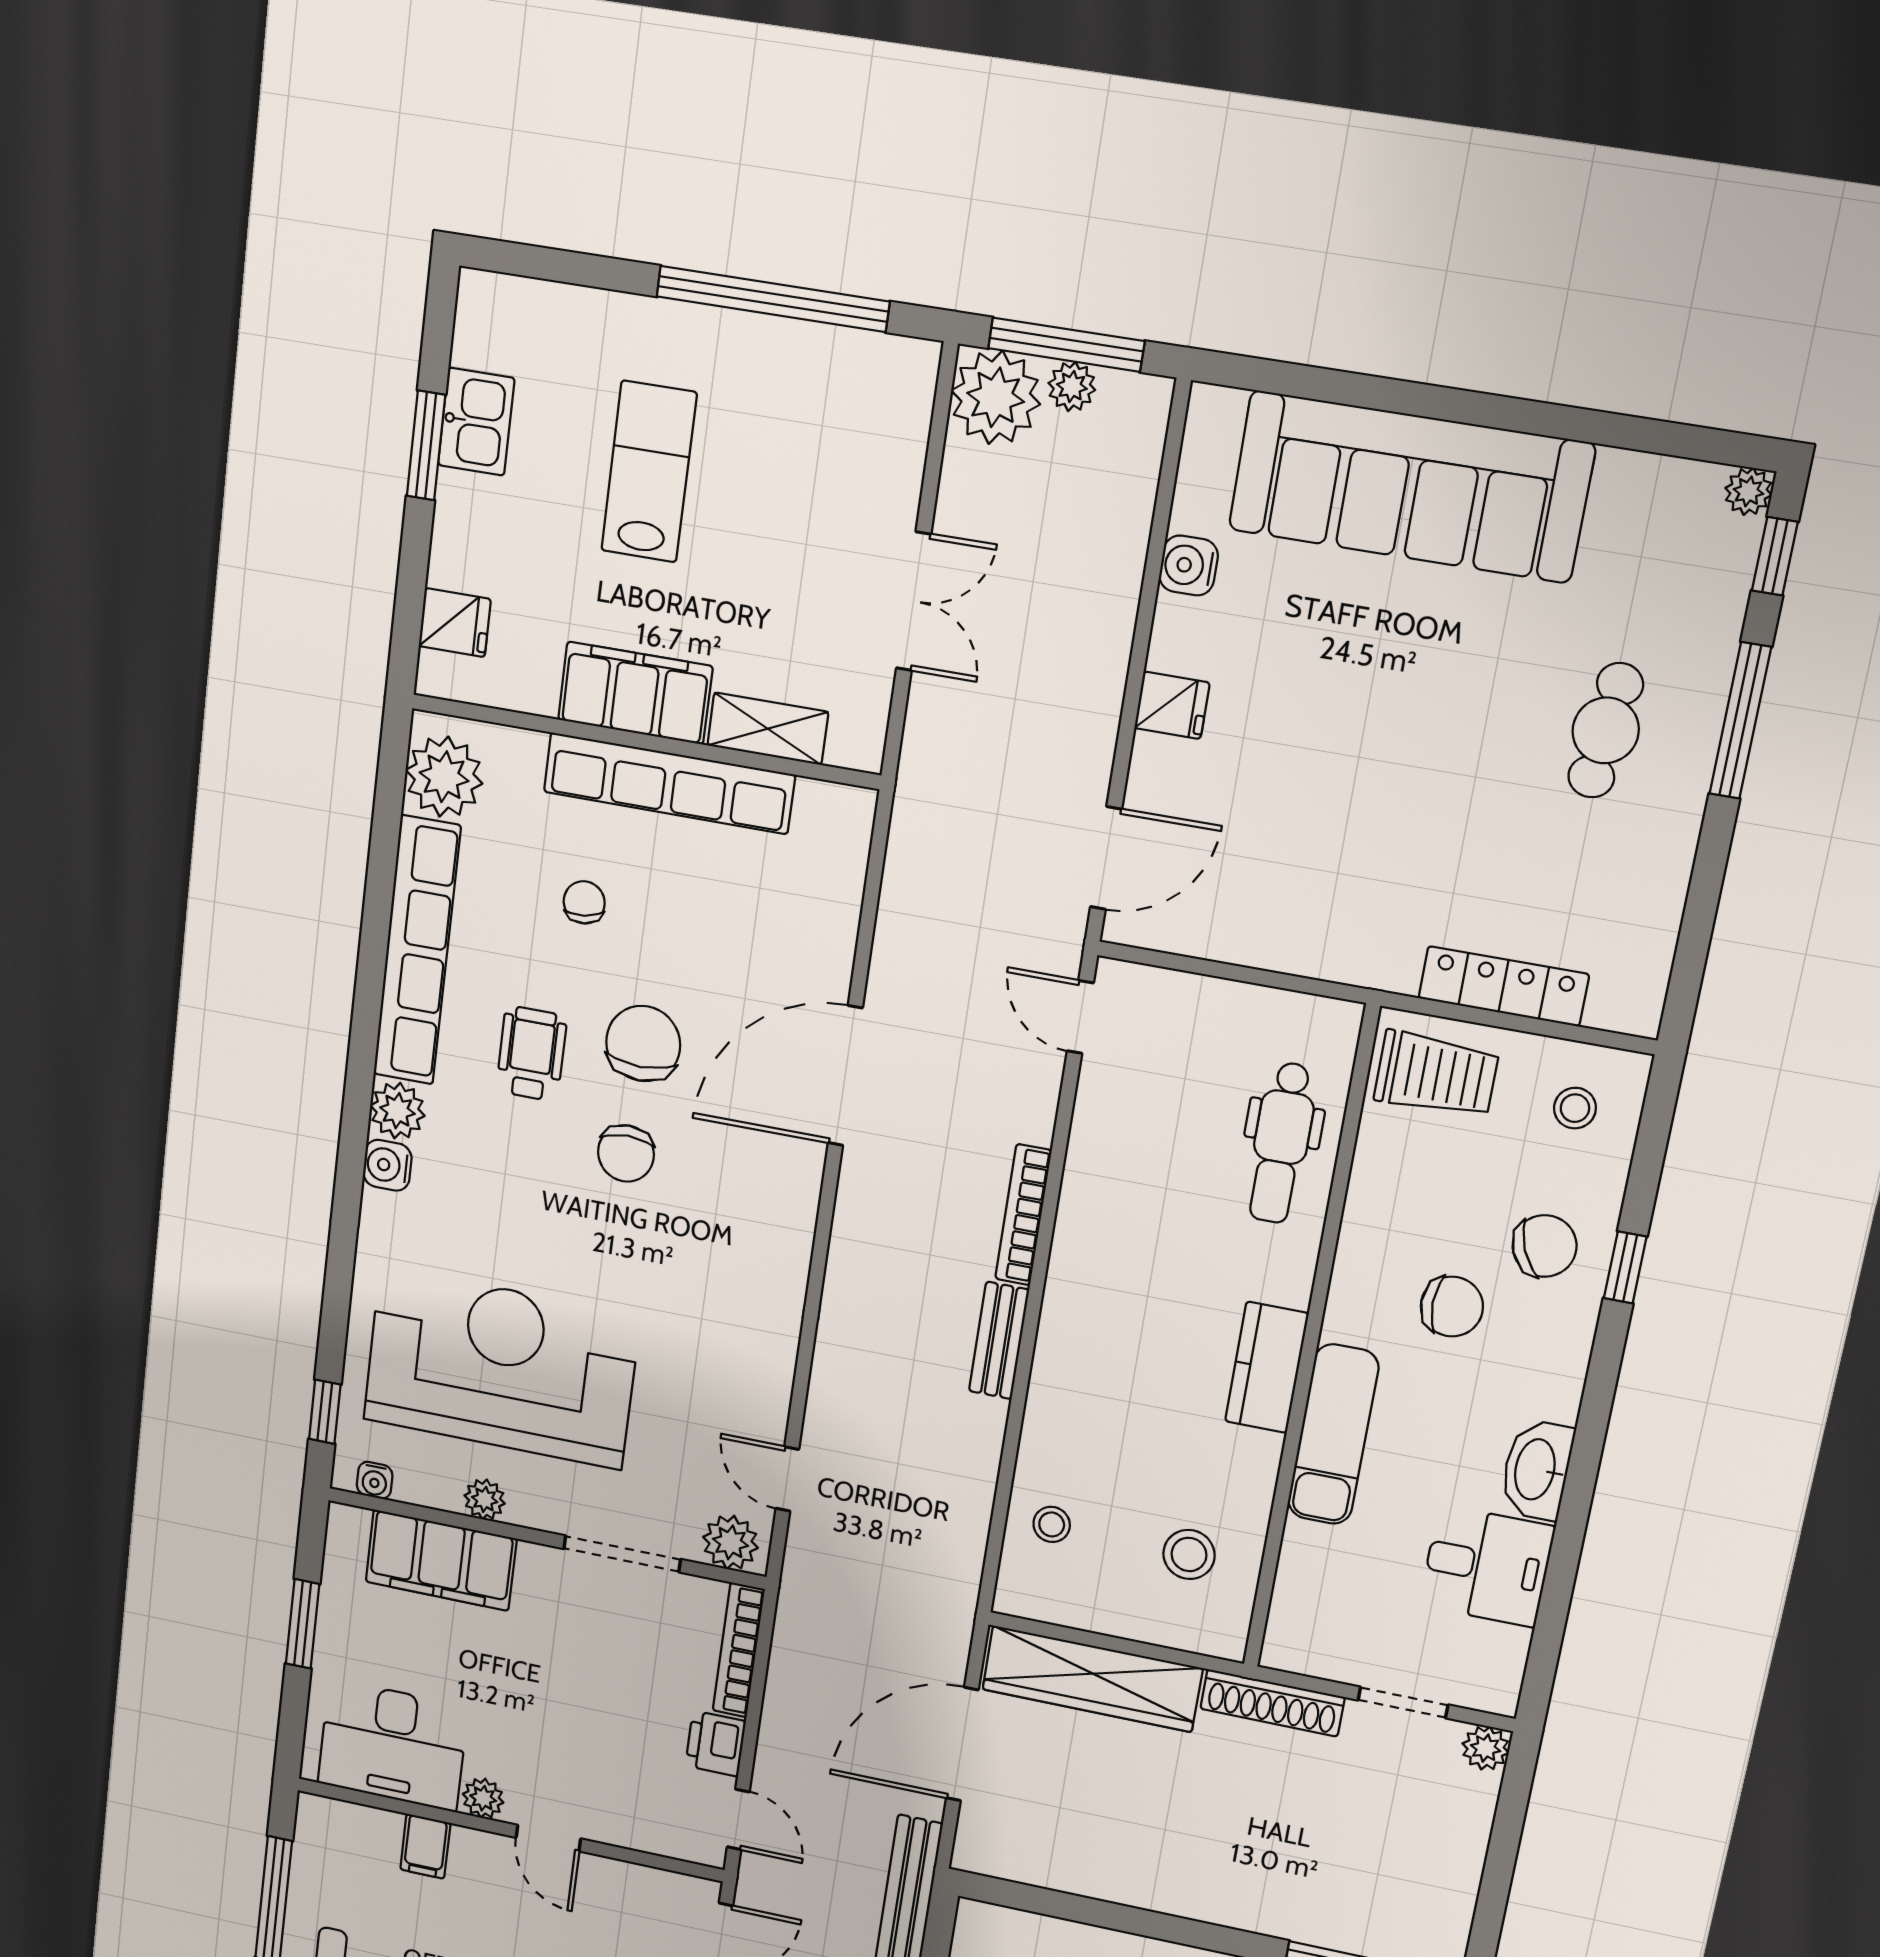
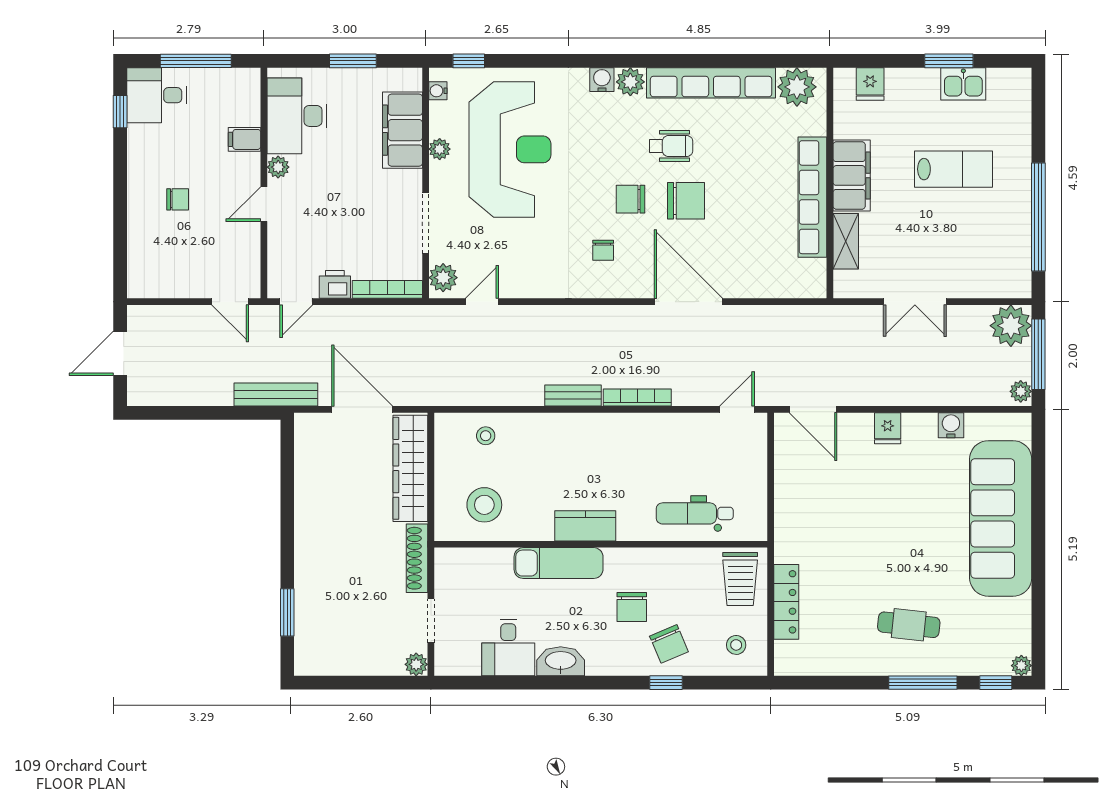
plant: (1072, 387) -> (1021, 391), moved
chair: (584, 902) -> (603, 250), moved, turned 98
stool: (1189, 1554) -> (484, 505), width x1.38, depth x1.38

